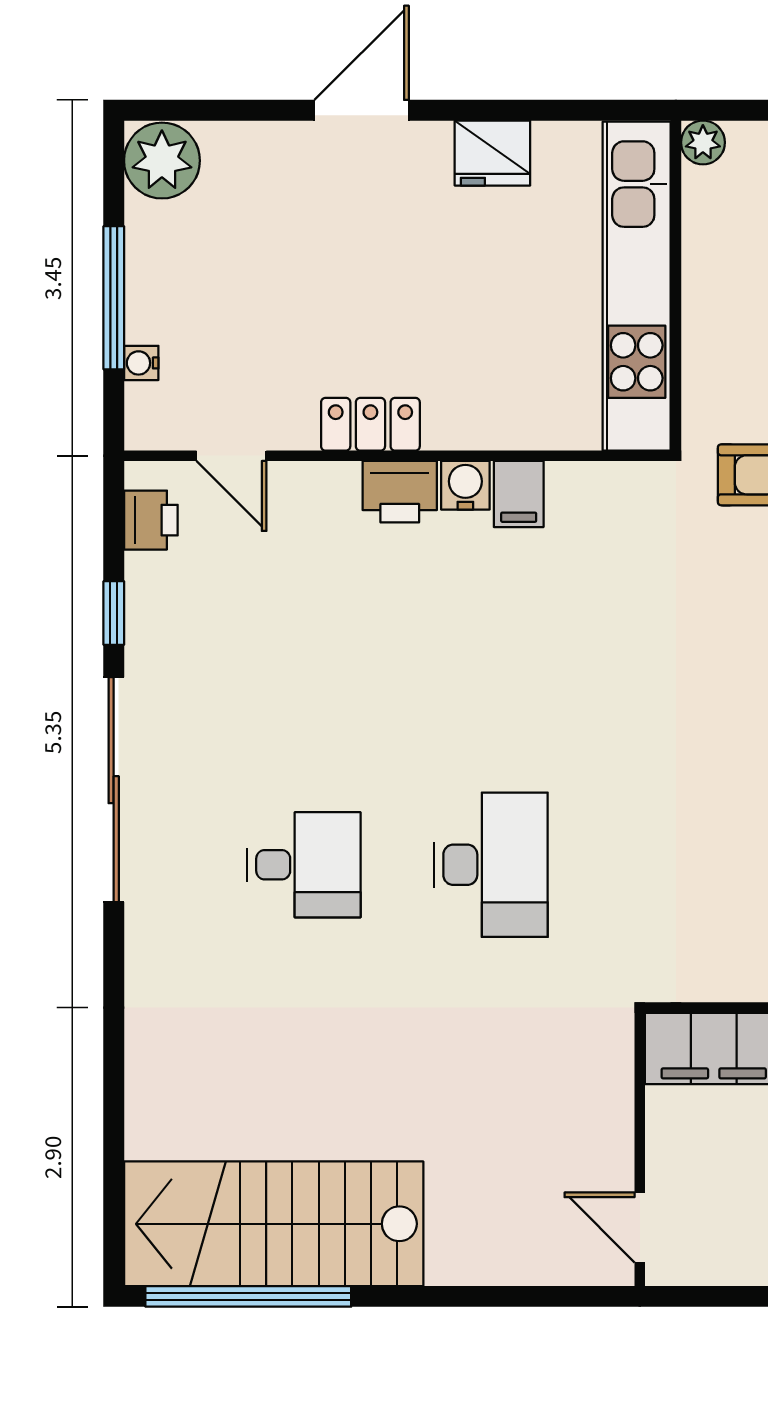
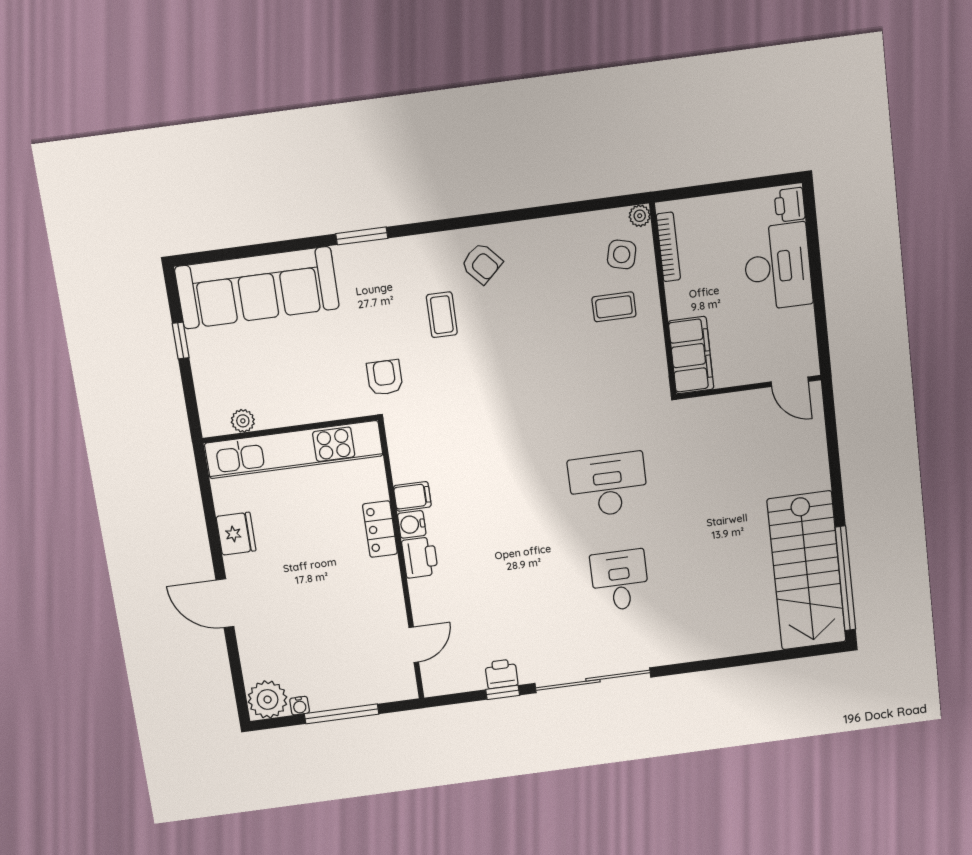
plant: (703, 142) -> (243, 421), moved
water cooler: (141, 363) -> (300, 706), moved
locker: (370, 424) -> (380, 529), moved
printer: (151, 520) -> (501, 674), moved
door: (640, 1228) -> (790, 382), hinge flipped

